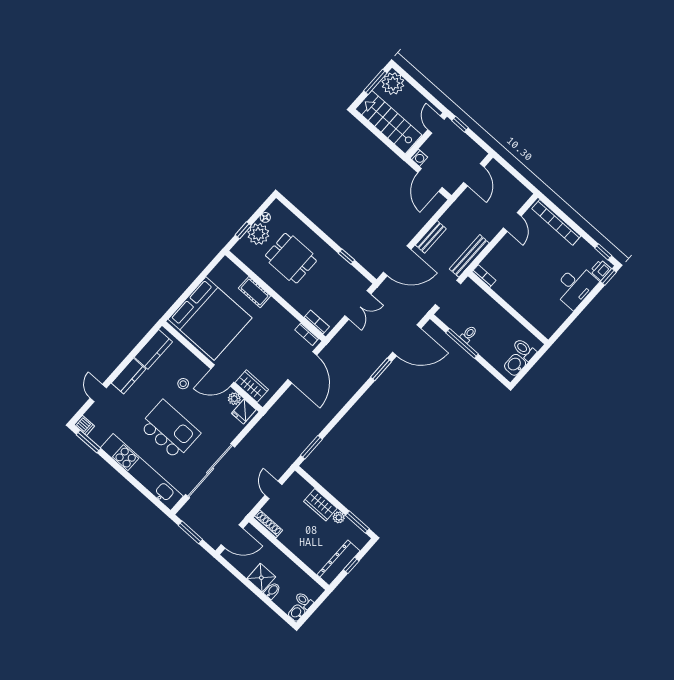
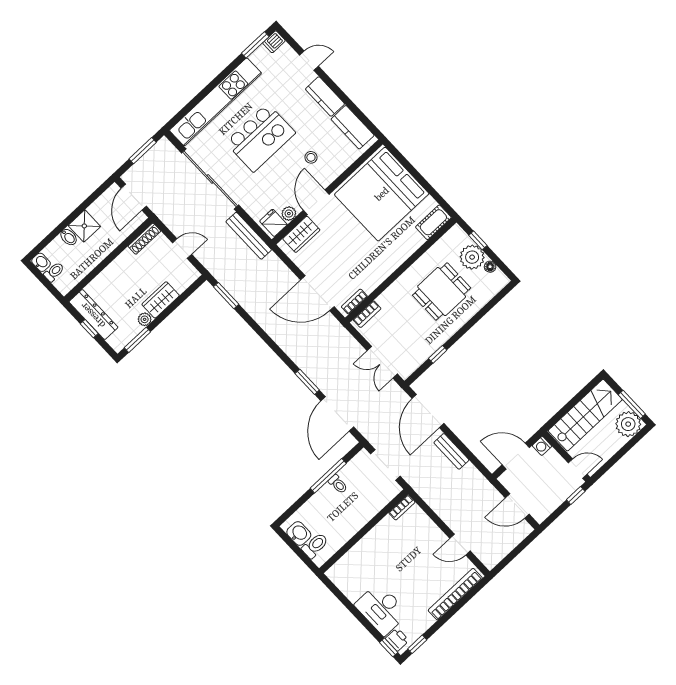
bench: (469, 256) -> (249, 236), moved
cot: (254, 292) -> (433, 222), moved

